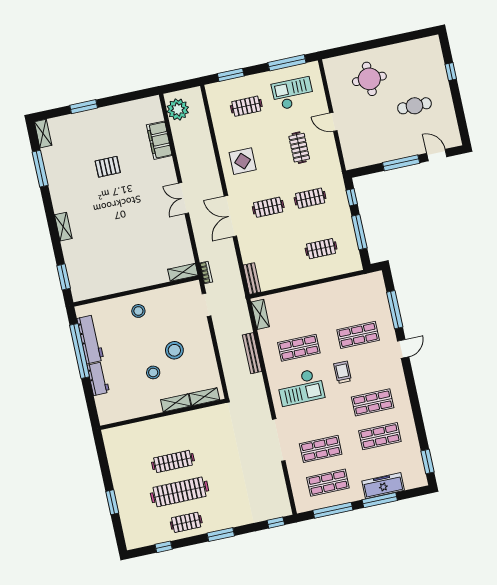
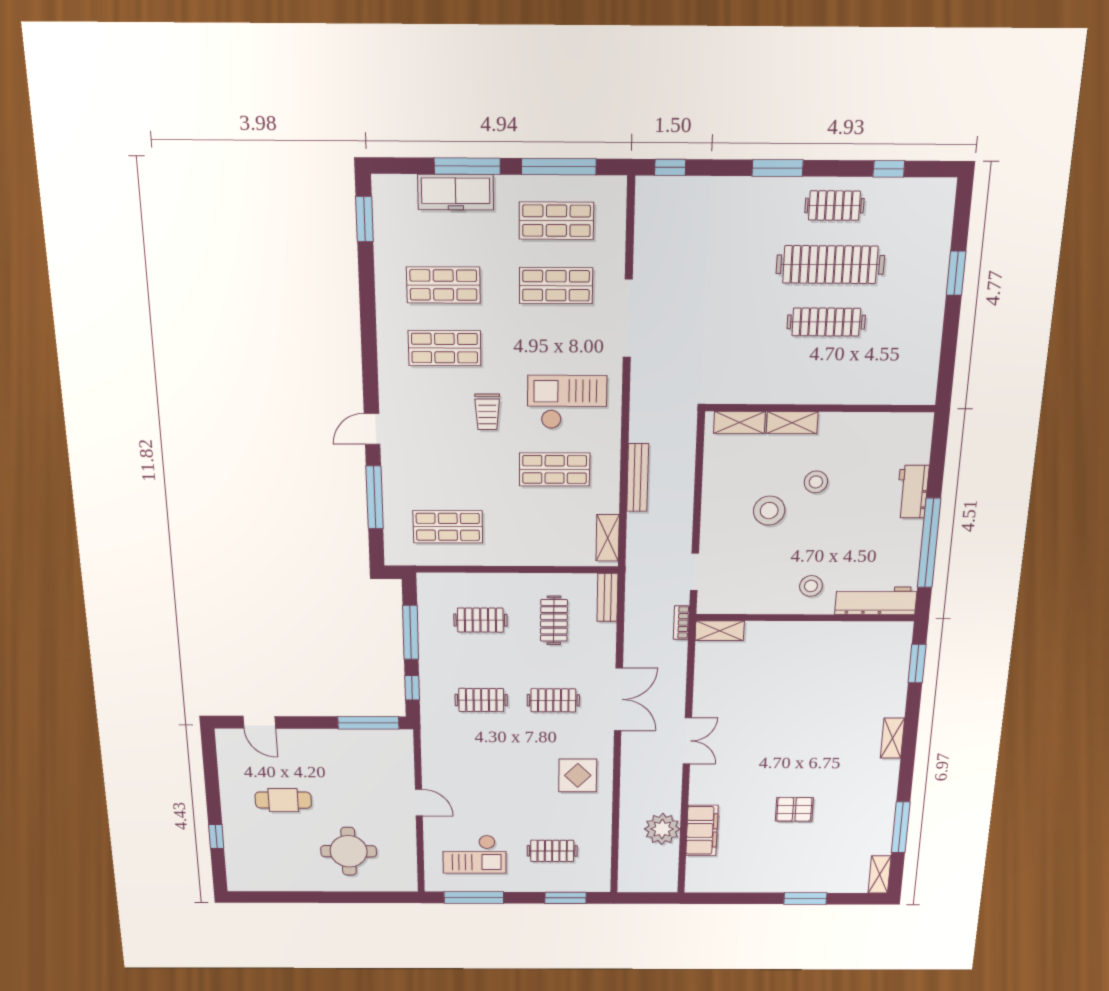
plant: (178, 109) -> (662, 829), moved
clothes rail: (299, 148) -> (554, 620), moved
window: (401, 163) -> (368, 723), moved
shop shelf: (358, 335) -> (448, 527), moved
workbench: (90, 339) -> (876, 601), moved, turned 90

